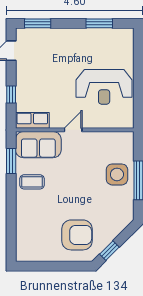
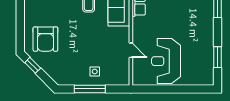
door: (73, 130) -> (131, 50), moved
side table: (117, 174) -> (95, 72), width x0.54, depth x0.54

